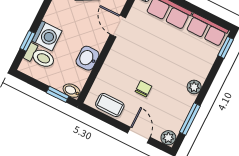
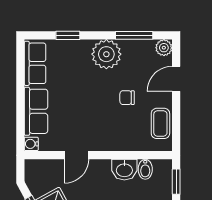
window: (226, 47) -> (68, 35), moved
plant: (194, 87) -> (106, 54), width x1.88, depth x1.88
bidet: (72, 91) -> (145, 169), moved

